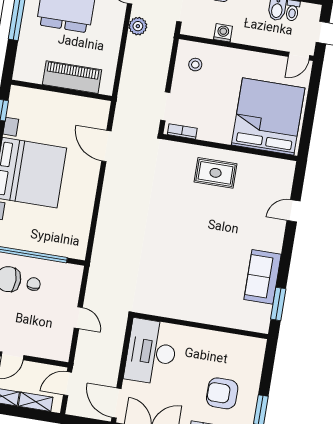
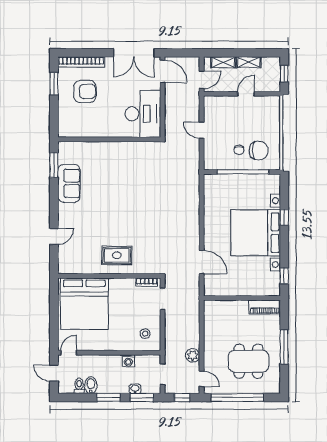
piano: (72, 77) -> (265, 307), moved, width x0.73, depth x0.75

